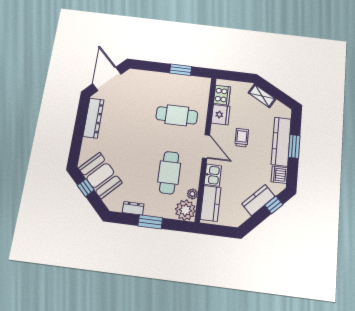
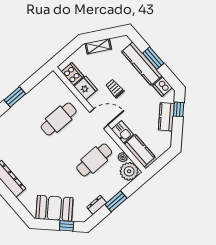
window: (181, 70) -> (15, 97), moved
cafe table: (169, 173) -> (94, 160), turned 90
window: (86, 188) -> (67, 226), moved

